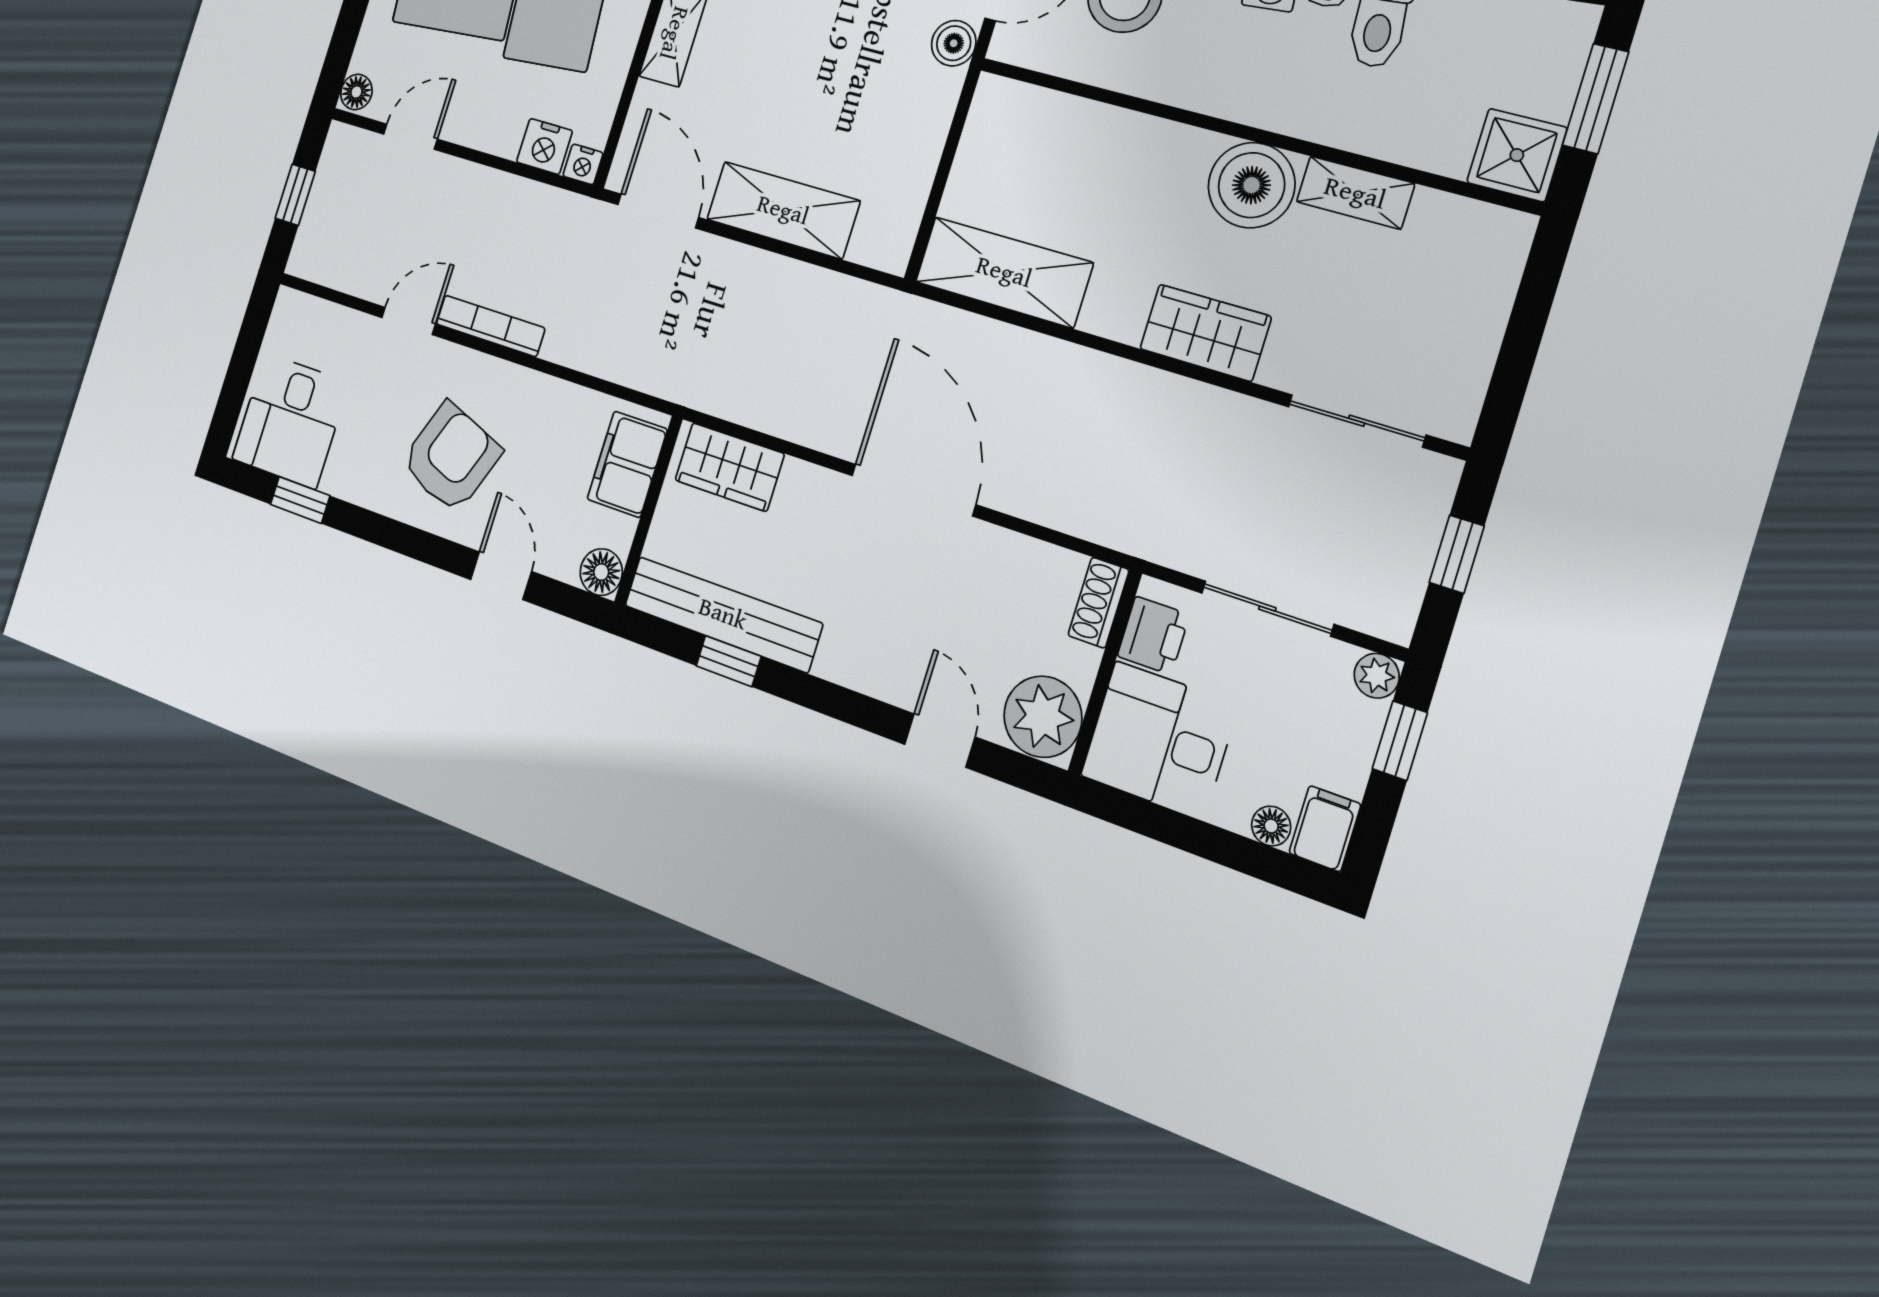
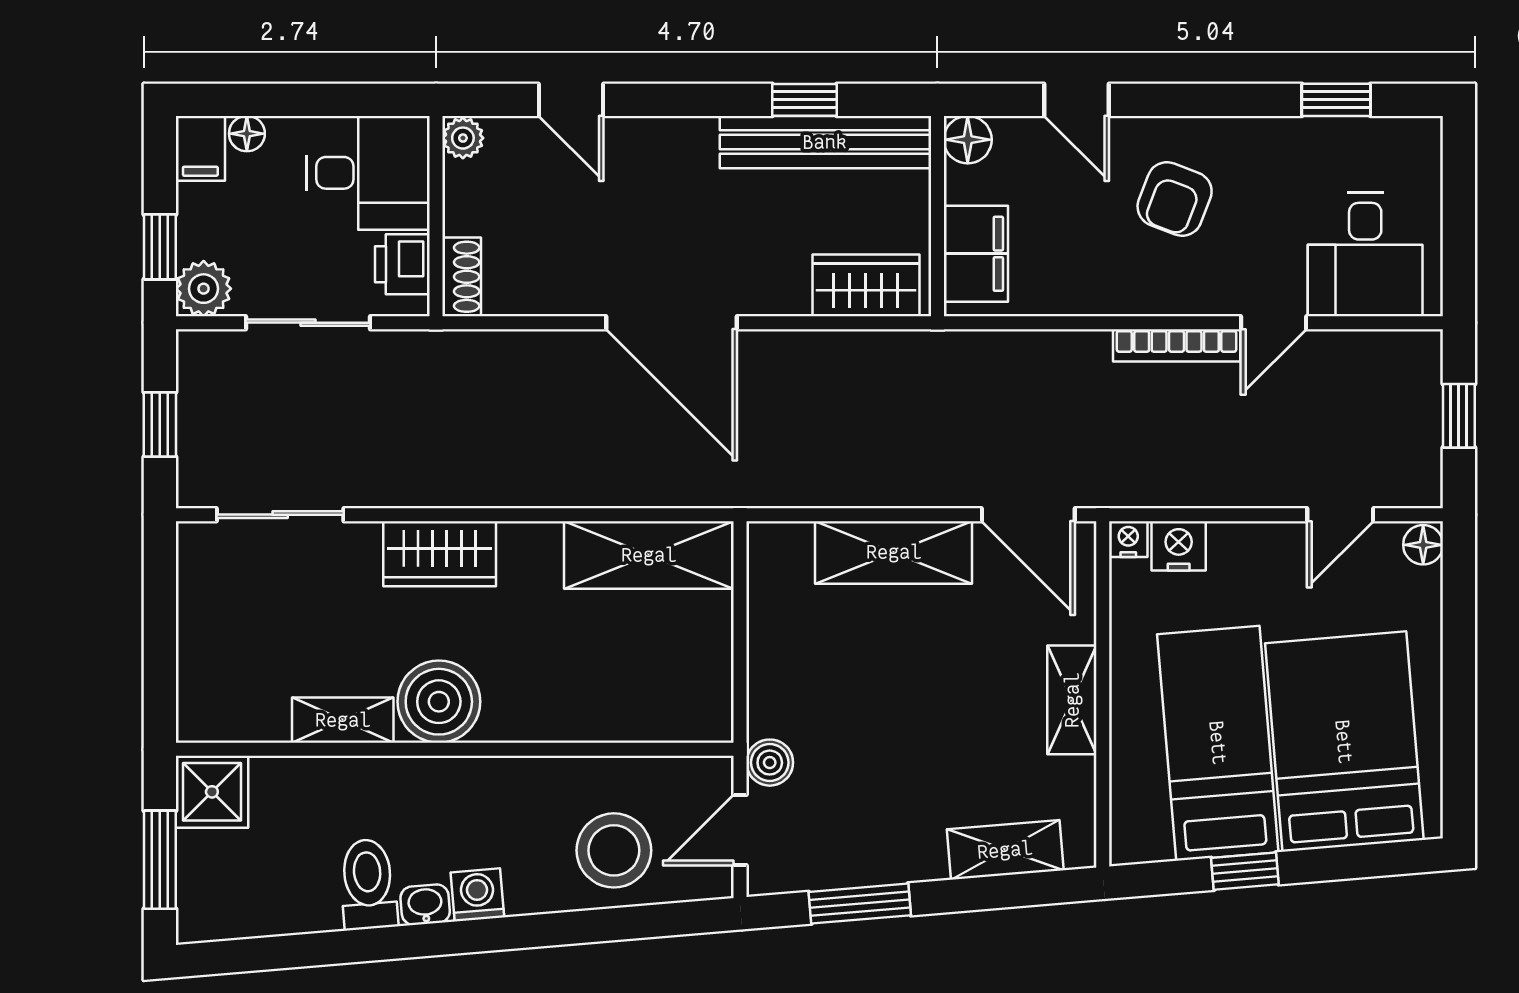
desk: (290, 421) -> (1365, 255), moved, turned 180
armchair: (451, 457) -> (1175, 199), width x0.72, depth x0.72
plant: (1377, 676) -> (204, 289), width x1.38, depth x1.38
plant: (1043, 717) -> (463, 138), width x0.53, depth x0.53

